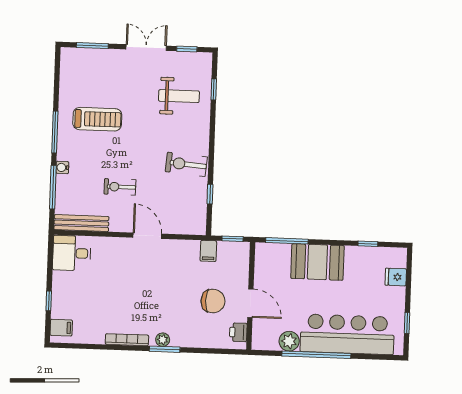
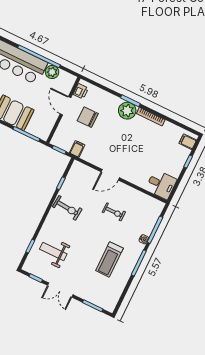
treadmill: (97, 119) -> (109, 259), turned -90
bench: (81, 223) -> (147, 200), removed
door: (147, 236) -> (110, 175), hinge flipped
plant: (163, 340) -> (127, 111), width x1.87, depth x1.87

